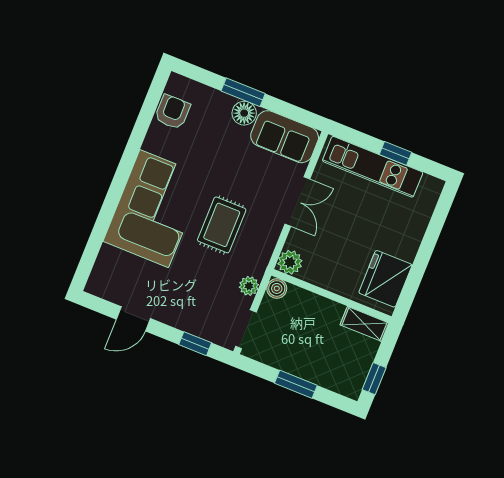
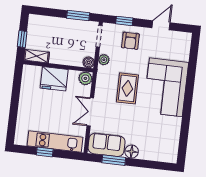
window: (243, 92) -> (114, 160), moved
armchair: (172, 112) -> (130, 41), moved
fridge: (385, 279) -> (54, 79), moved, turned 90
window: (374, 379) -> (22, 39), moved
window: (296, 384) -> (78, 15), moved

